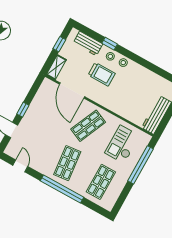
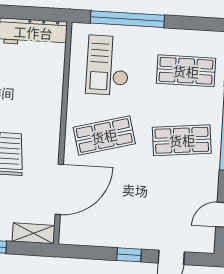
shop shelf: (88, 126) -> (104, 136), turned -39
checkout: (122, 144) -> (108, 65), turned 90

